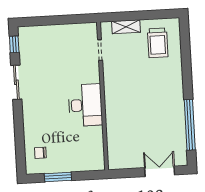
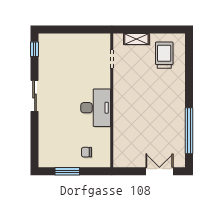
trolley: (158, 43) -> (164, 55), turned 180
sliding door: (16, 82) -> (35, 96), moved
chair: (40, 153) -> (86, 152), moved

